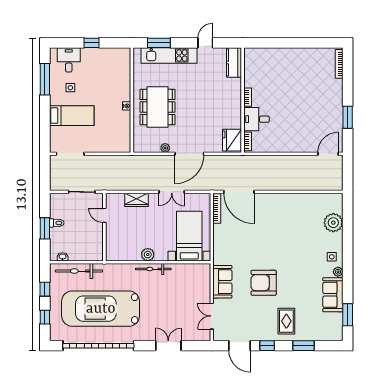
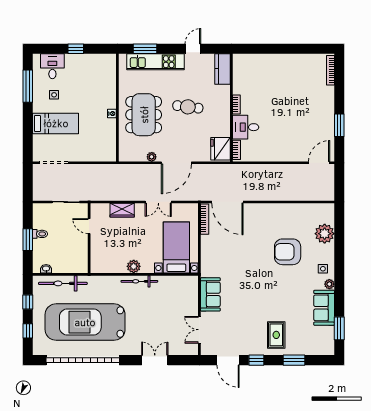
cafe table: (200, 99) -> (188, 107), added
armchair: (264, 283) -> (288, 252), moved

